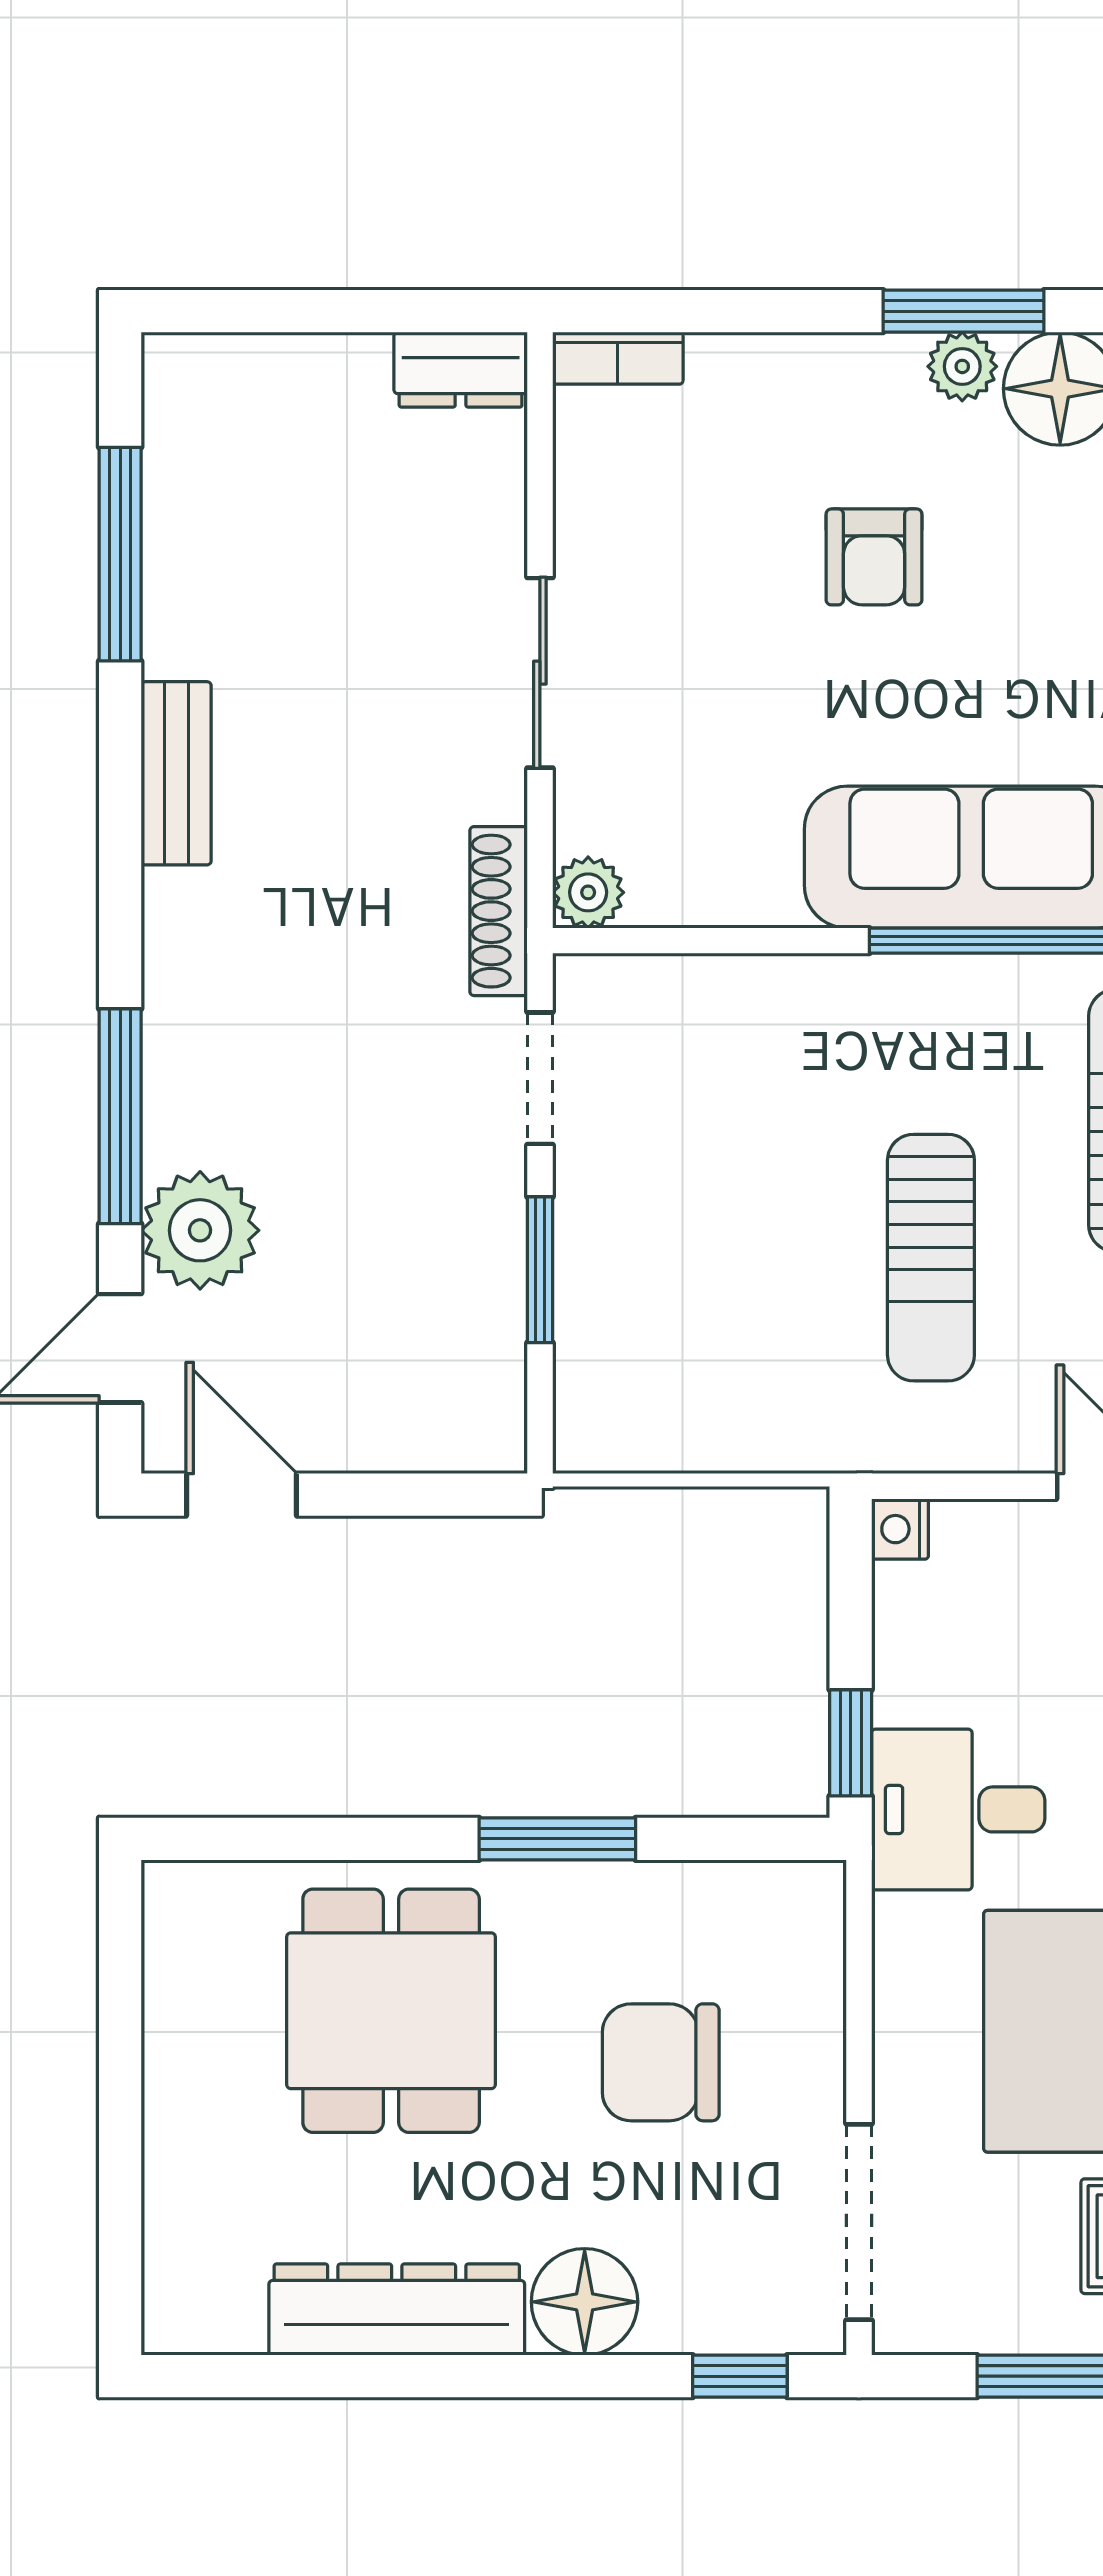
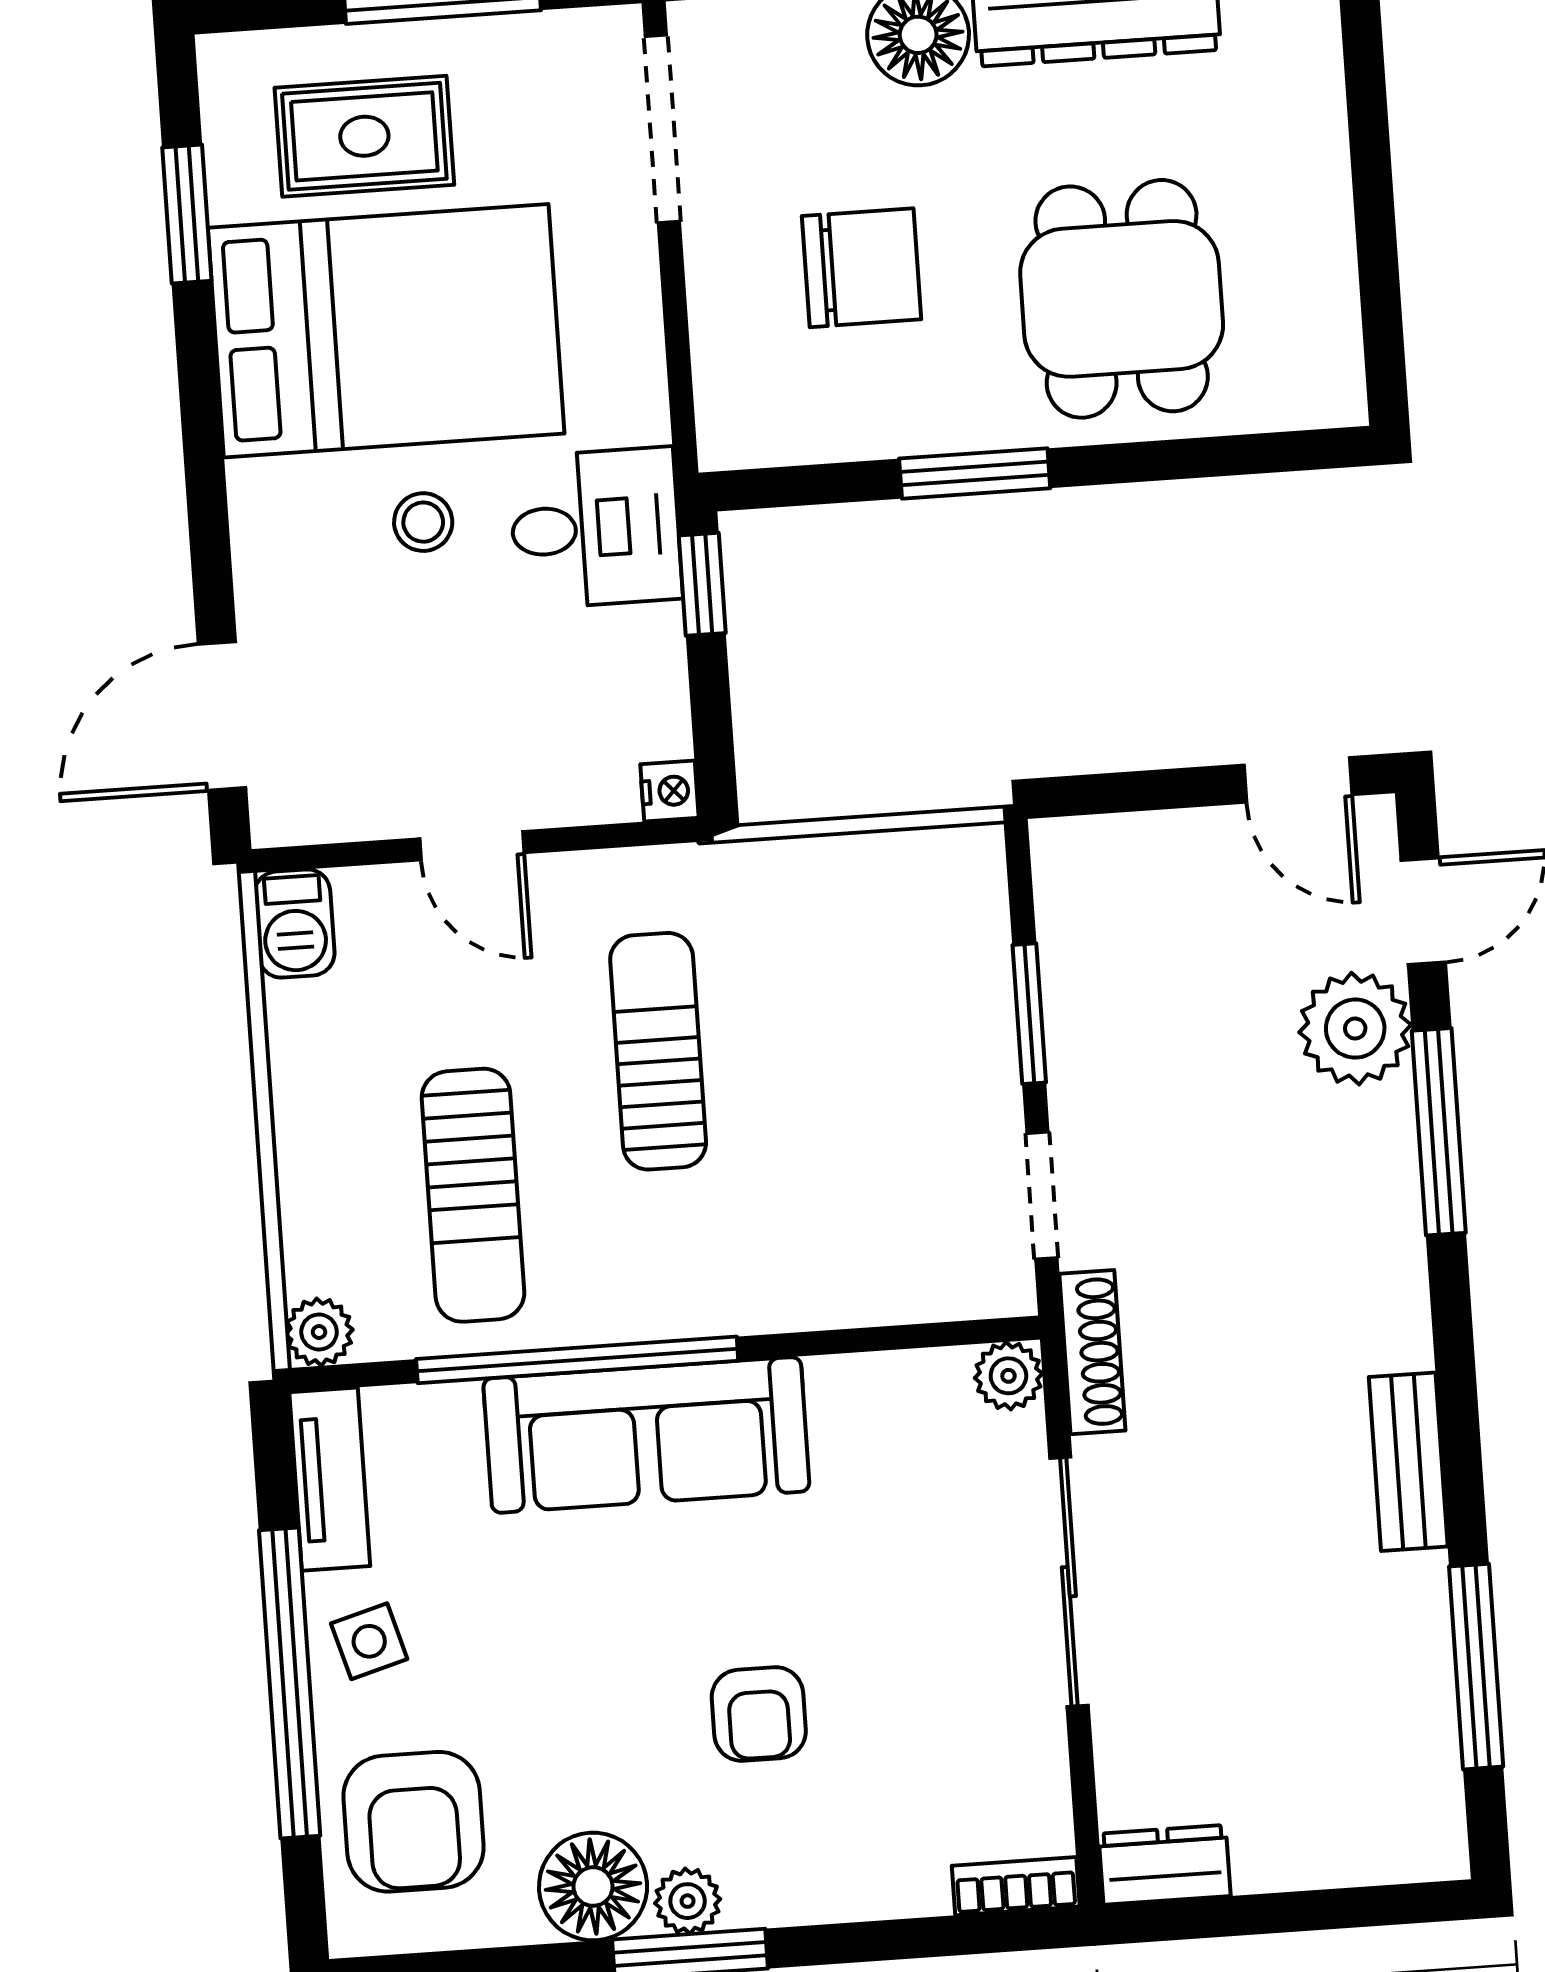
armchair: (874, 557) -> (759, 1714), turned 180
sliding door: (540, 673) -> (1069, 1582), width x1.37

